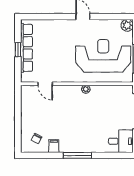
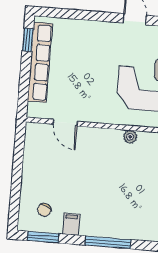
window: (18, 50) -> (28, 40), moved
window: (37, 155) -> (43, 237), added

